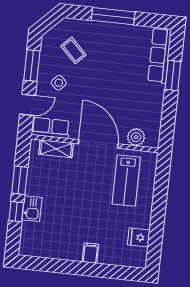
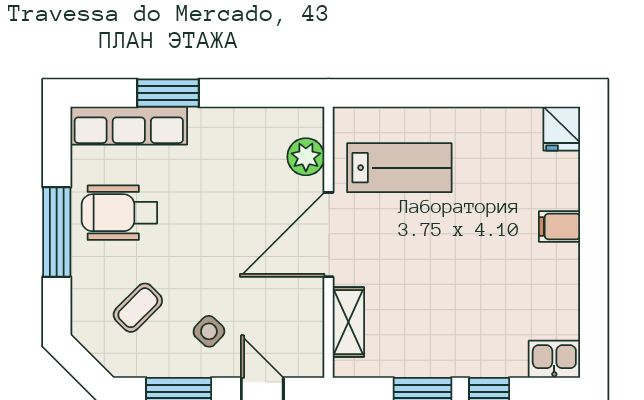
wheelchair: (119, 47) -> (119, 213), added
row of seats: (51, 128) -> (306, 338), removed
kitchen sink: (32, 209) -> (554, 359), moved
fridge: (139, 237) -> (562, 129), moved

